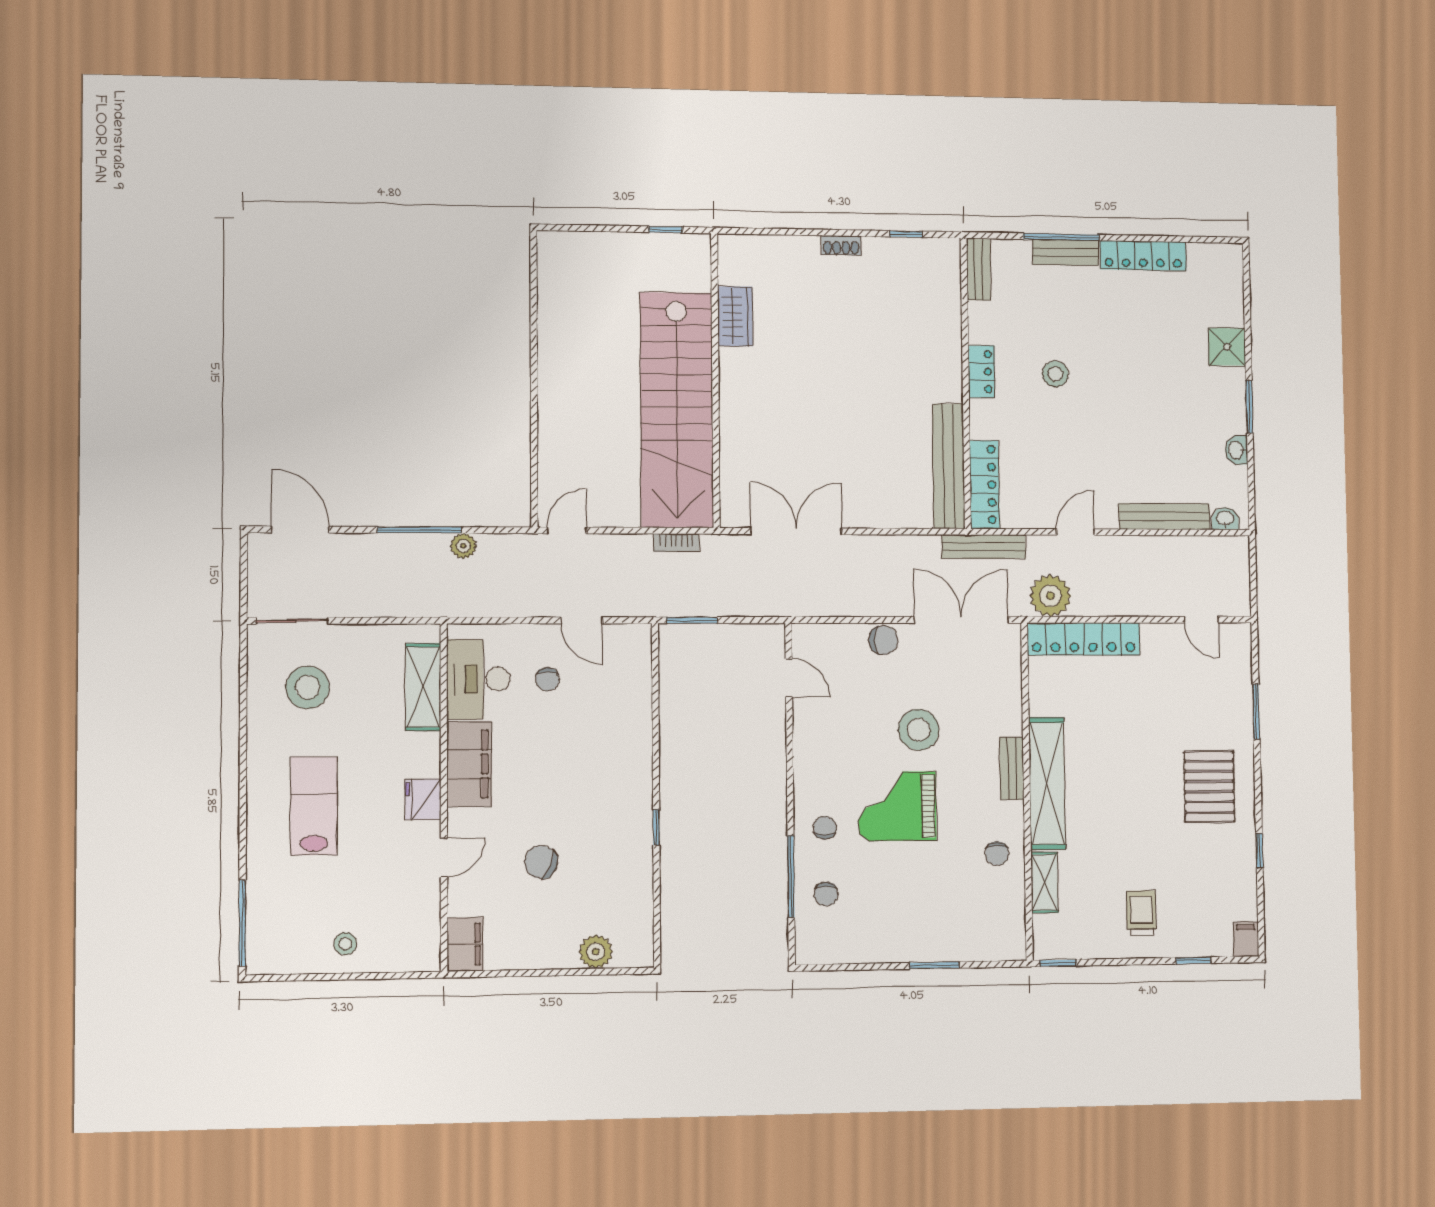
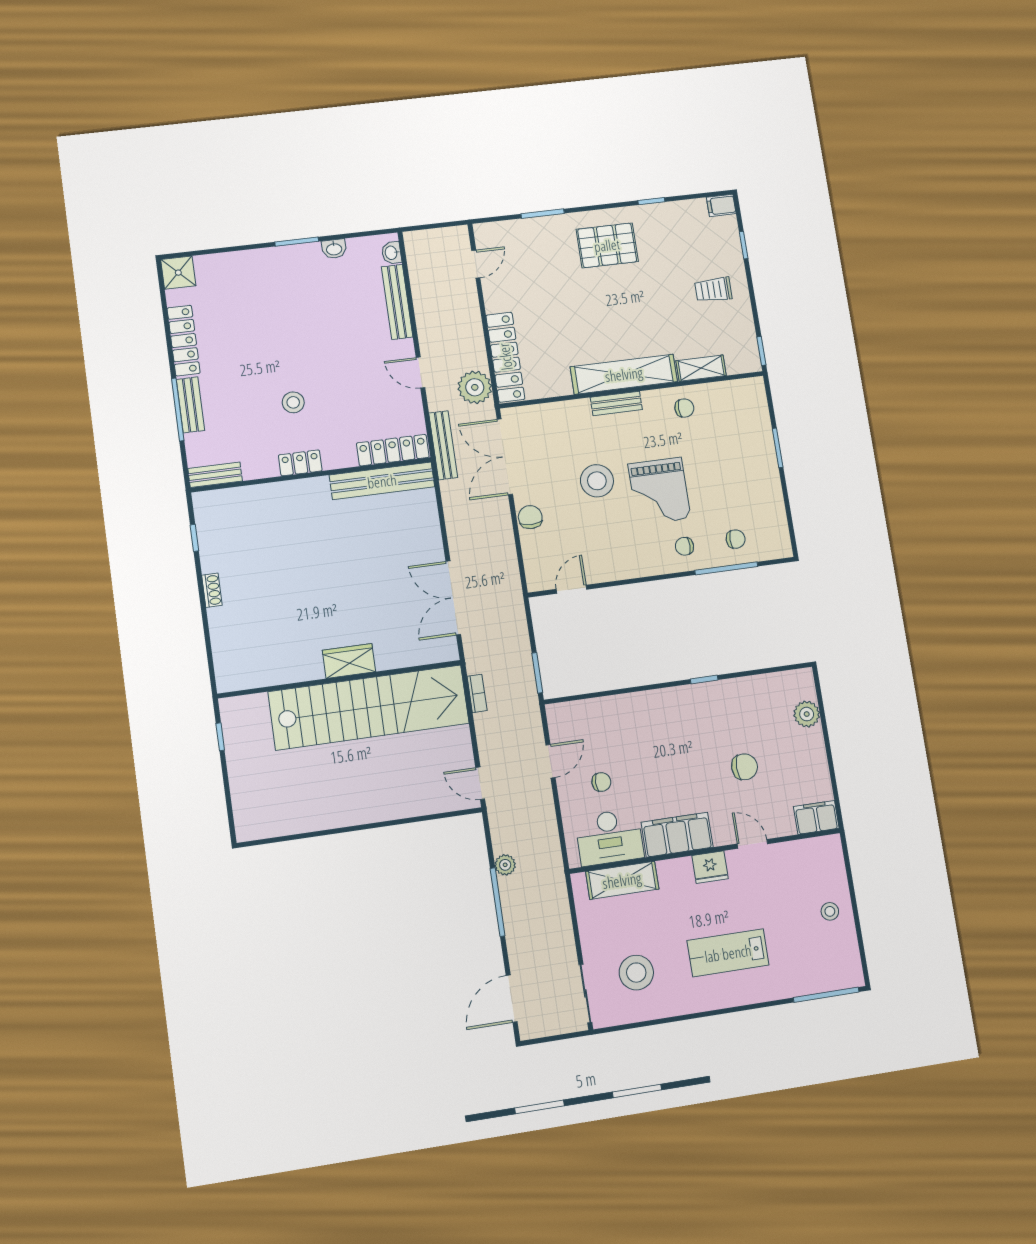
wardrobe: (735, 316) -> (349, 661), moved
shower: (1227, 347) -> (178, 273), moved
chair: (541, 862) -> (744, 767), turned -112

